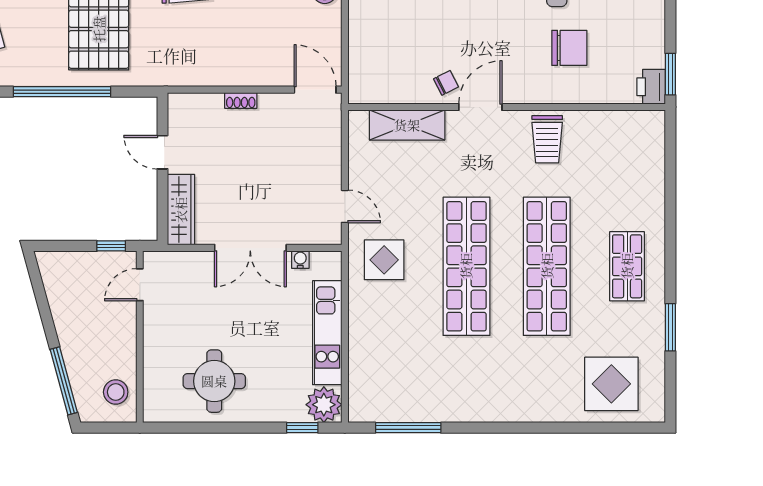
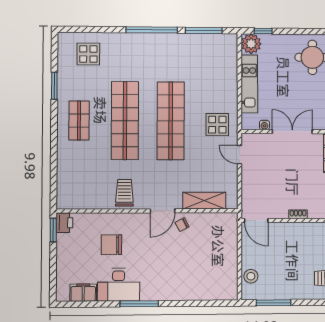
display table: (611, 384) -> (88, 54), width x0.73, depth x0.73
window: (500, 428) -> (152, 30), added

